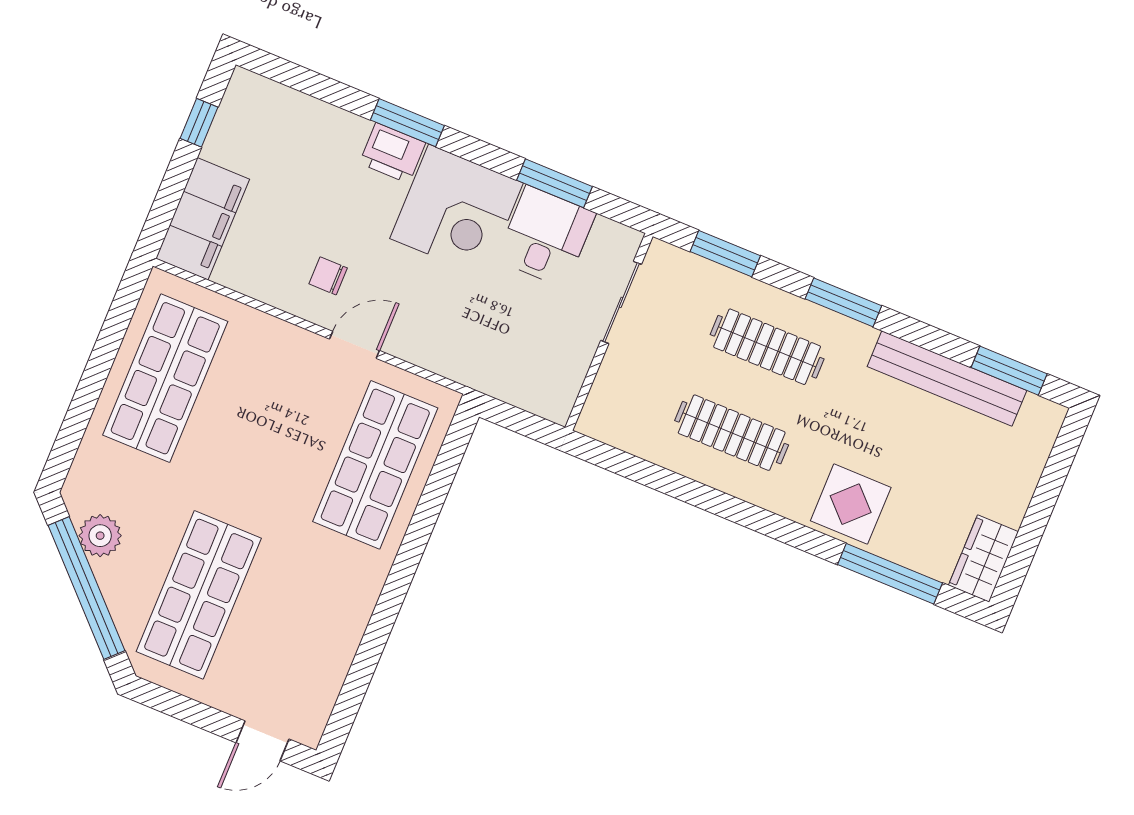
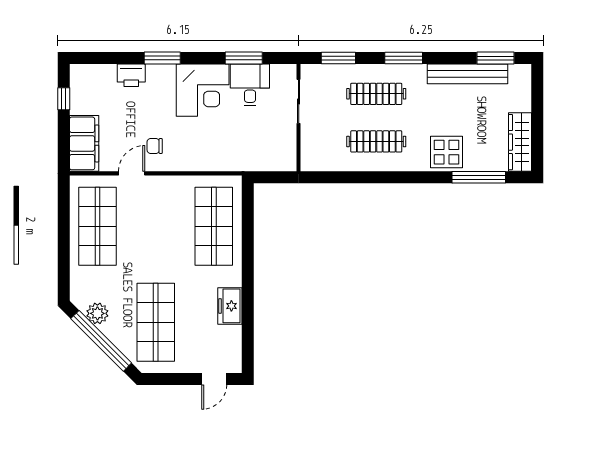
printer: (392, 153) -> (131, 75), moved
door: (355, 345) -> (132, 173), moved
wardrobe: (984, 558) -> (520, 142), width x1.50
freezer: (345, 621) -> (230, 306), added

